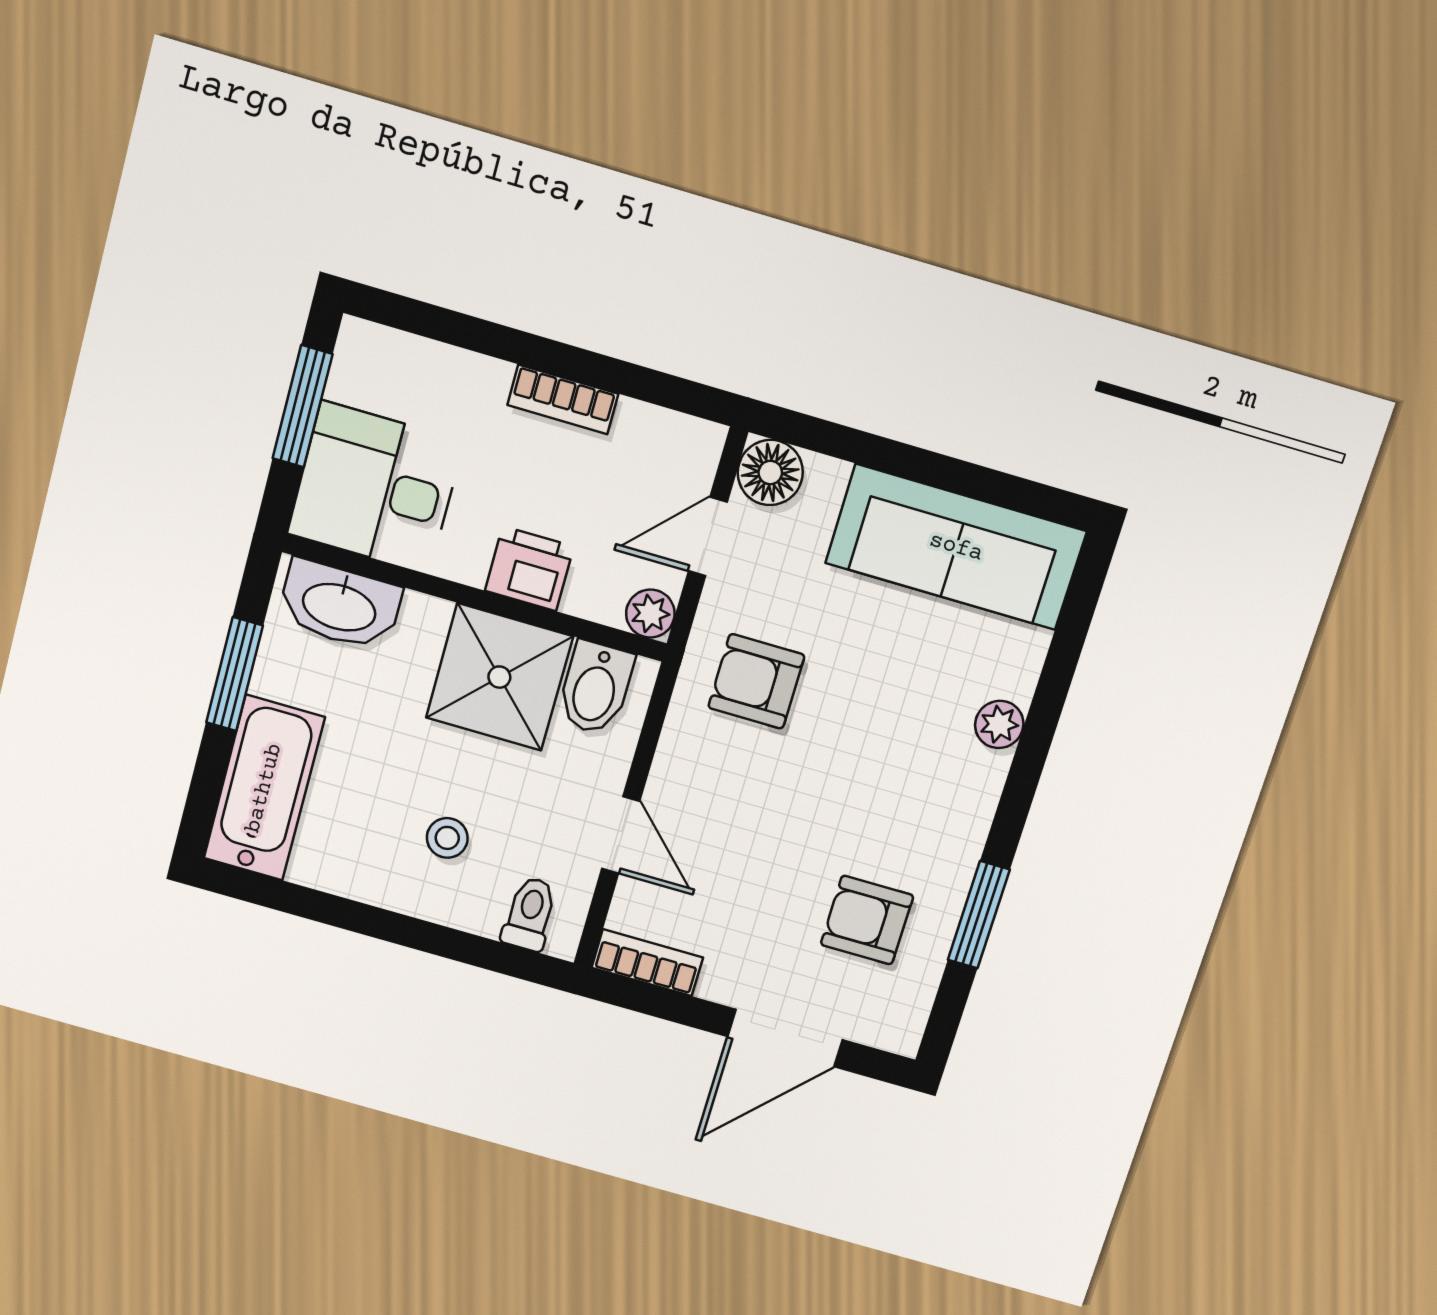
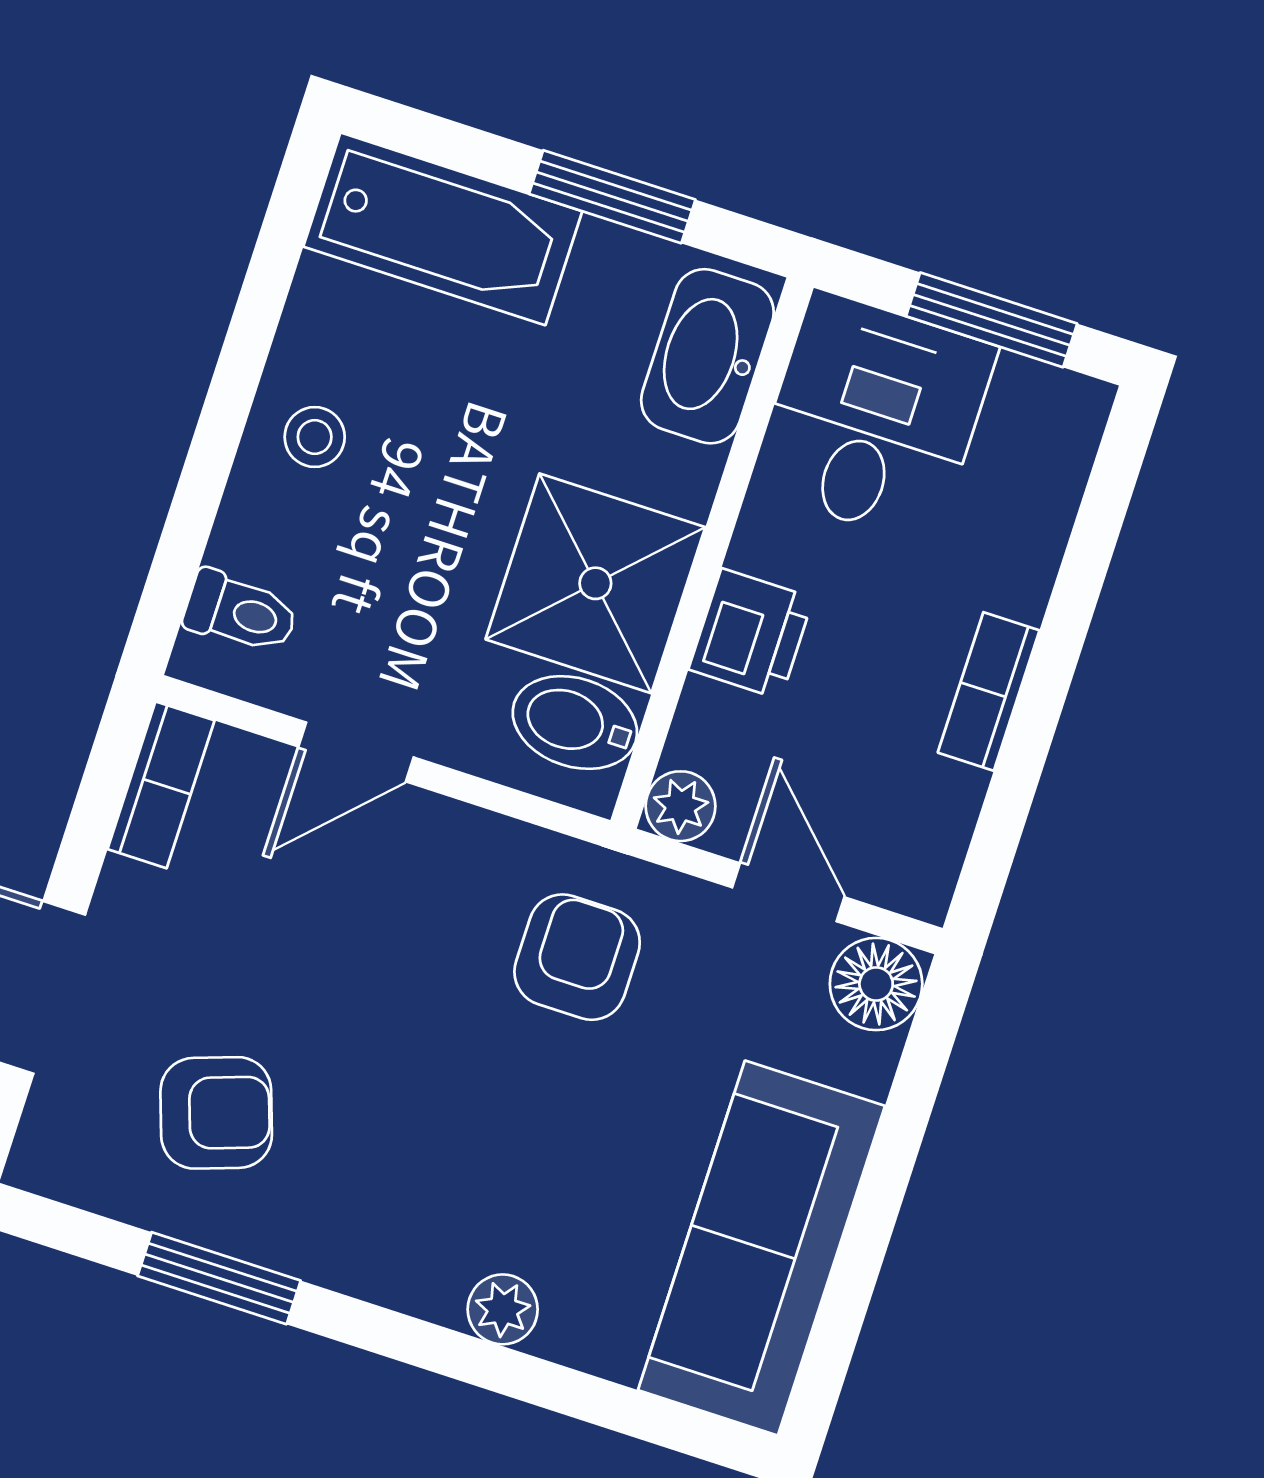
stool: (447, 838) -> (315, 437), moved
armchair: (867, 920) -> (216, 1113), turned 71

